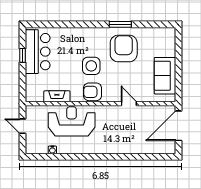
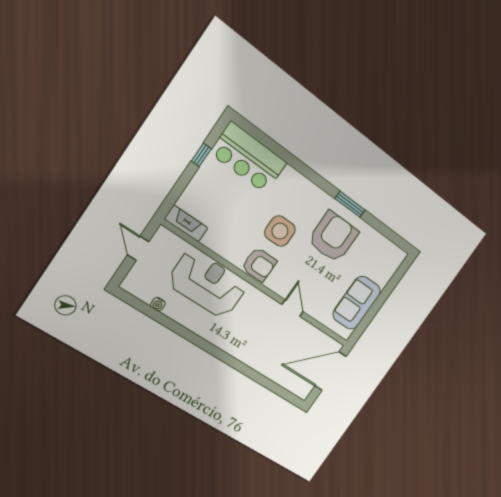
bar counter: (38, 52) -> (248, 158), moved, turned 90
armchair: (93, 92) -> (259, 265), turned 180
fireplace: (57, 96) -> (186, 223), moved

